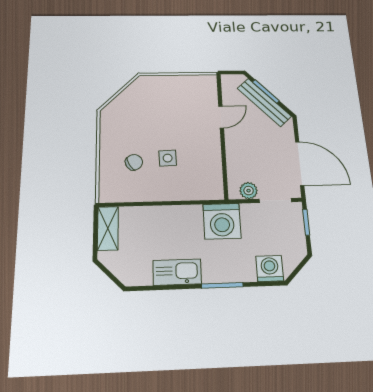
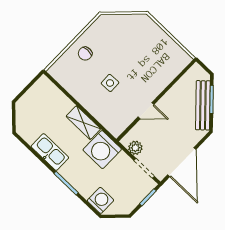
door: (221, 117) -> (146, 111), moved
chair: (134, 162) -> (85, 54), moved, turned 121
shelving: (108, 228) -> (83, 123), moved, turned 90

